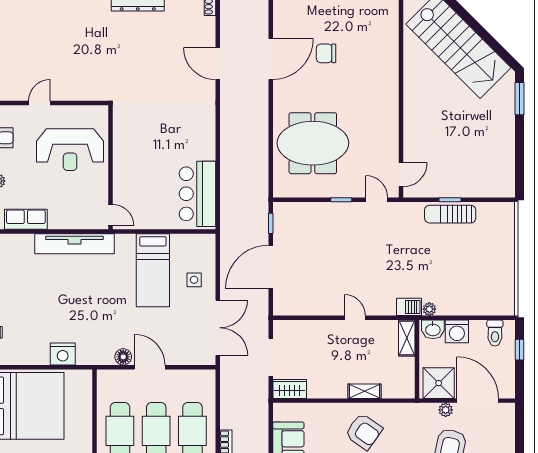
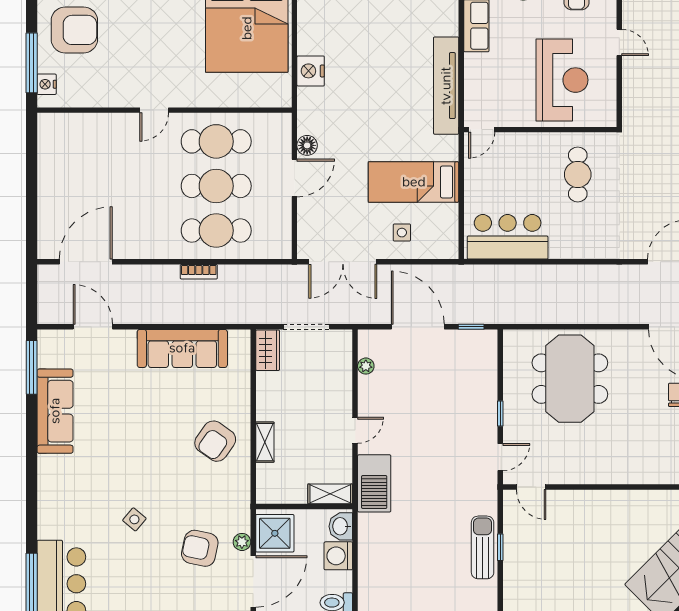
cafe table: (147, 137) -> (578, 174), added
reception desk: (70, 150) -> (562, 80), turned 180
barbecue: (409, 307) -> (374, 483), width x1.88, depth x1.53
plant: (429, 309) -> (366, 366), moved

